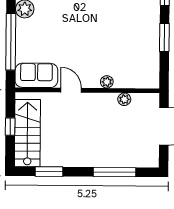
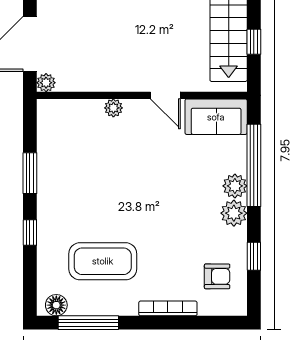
plant: (24, 28) -> (235, 186), added
plant: (124, 99) -> (46, 83), moved

